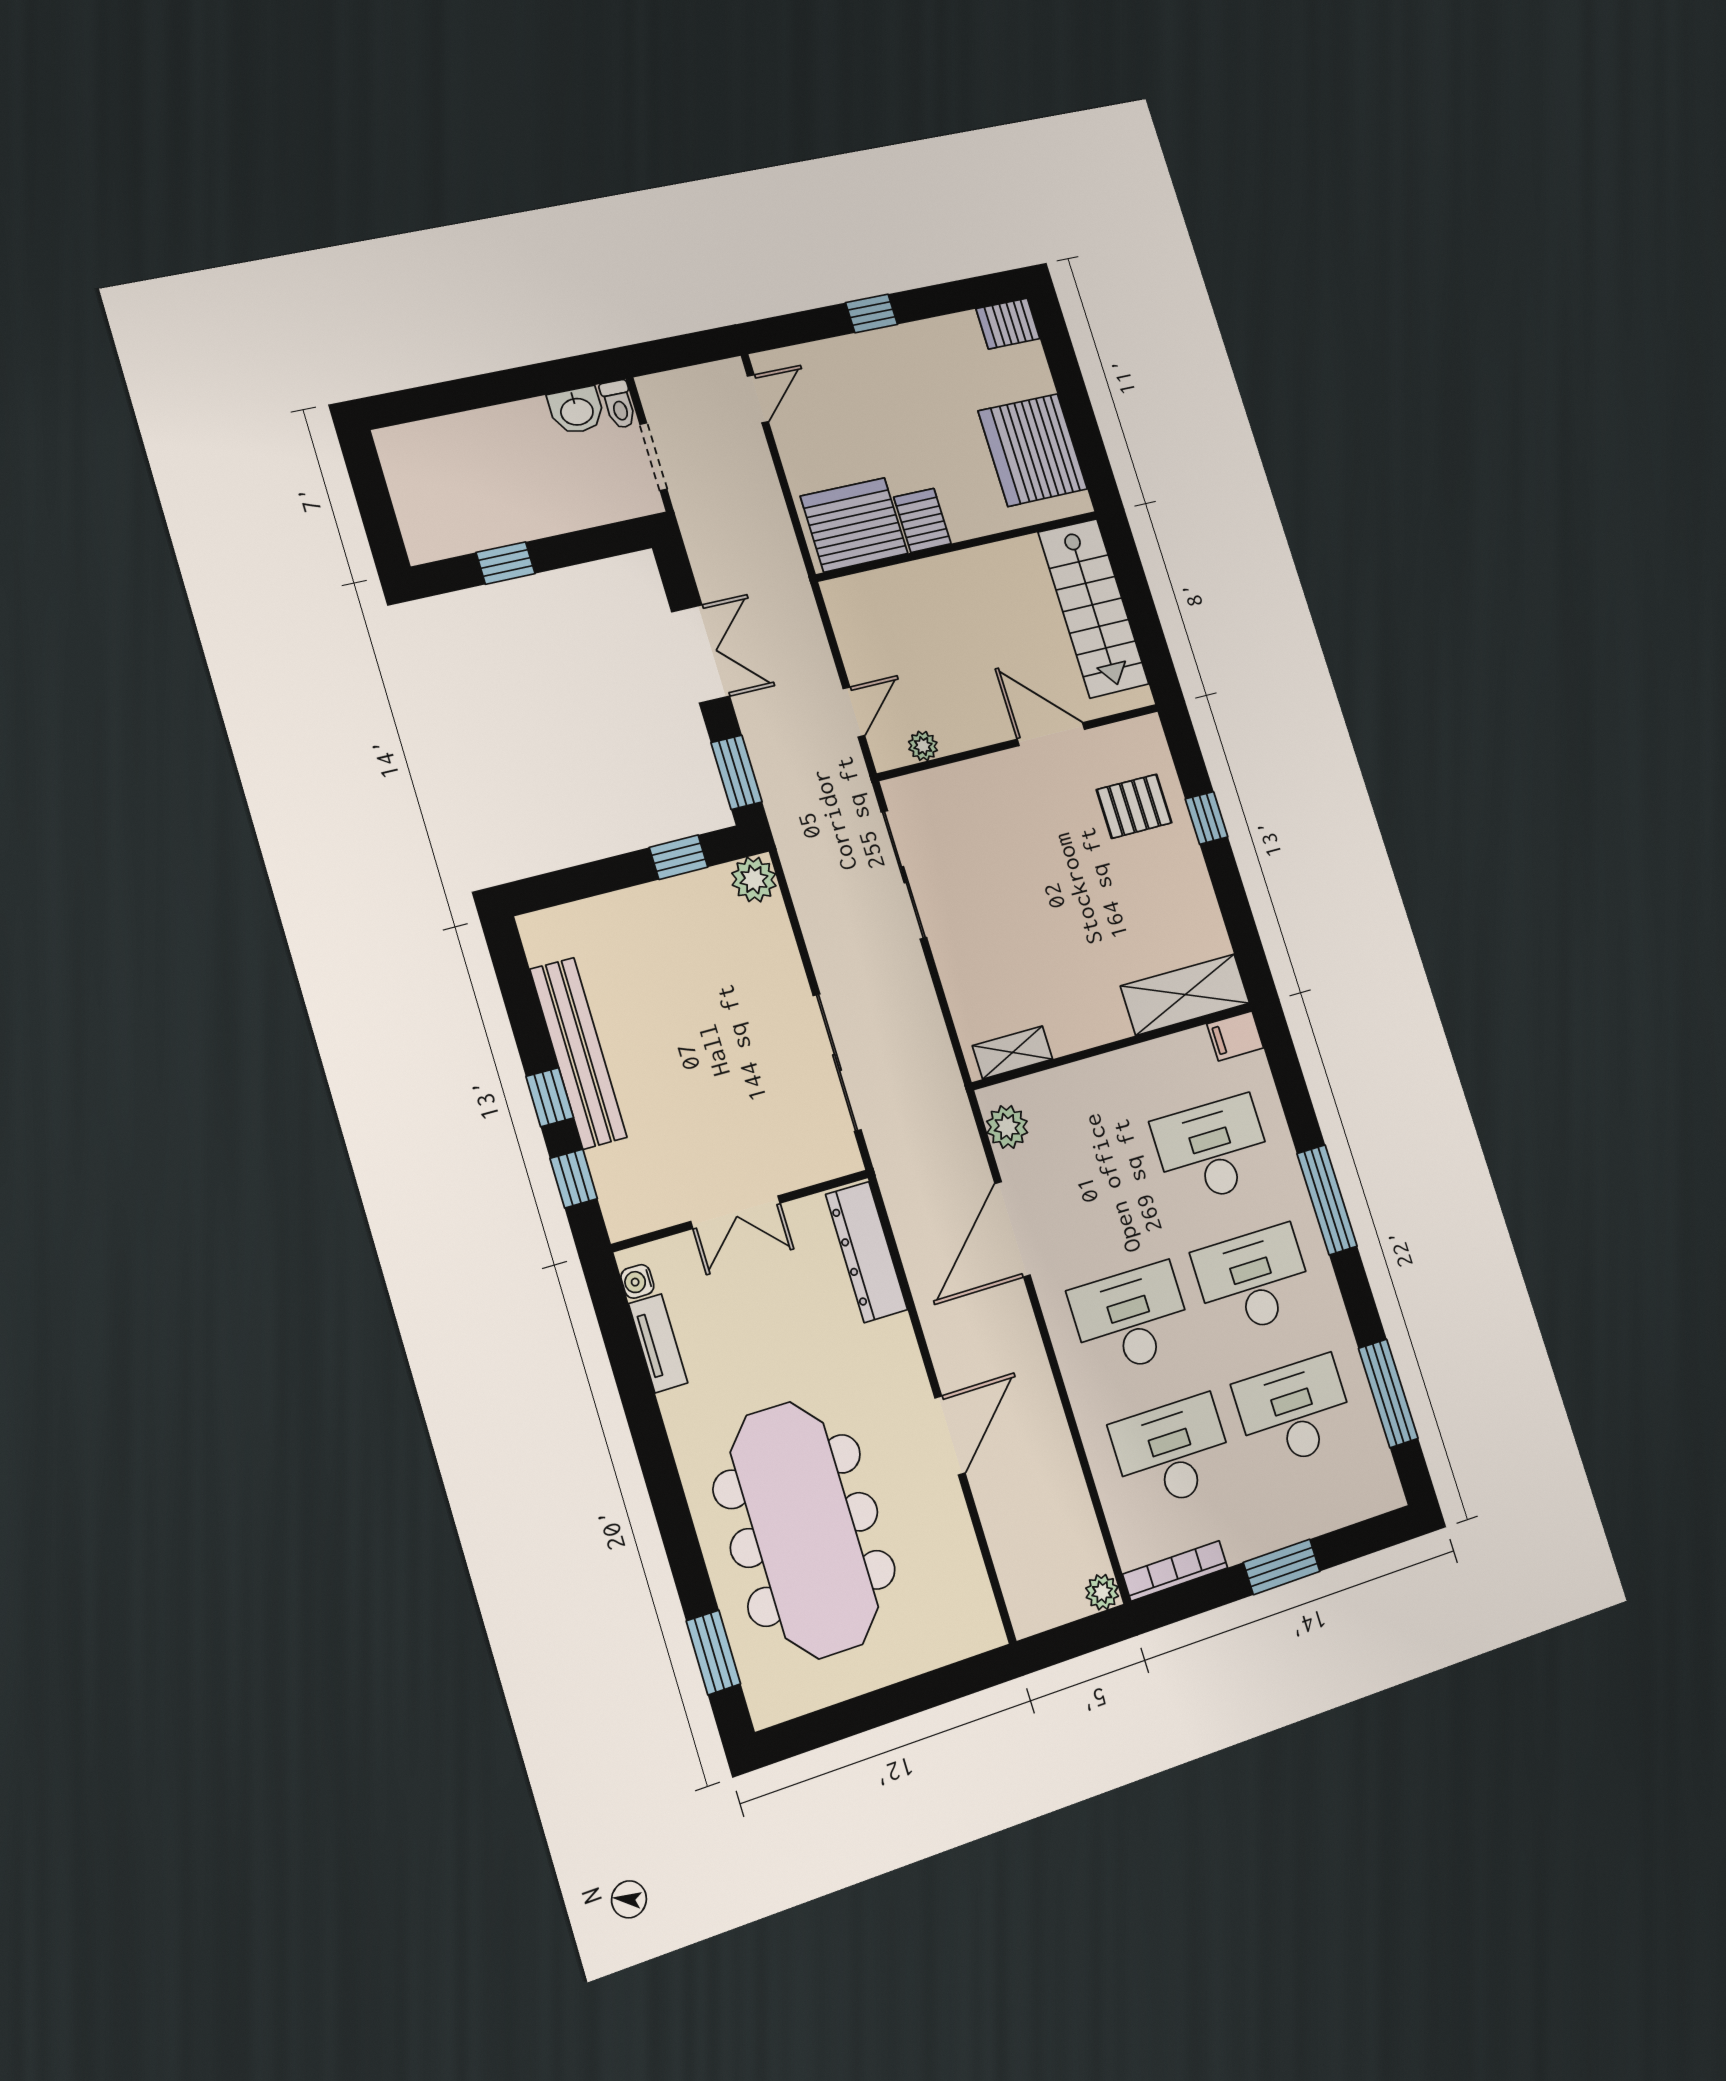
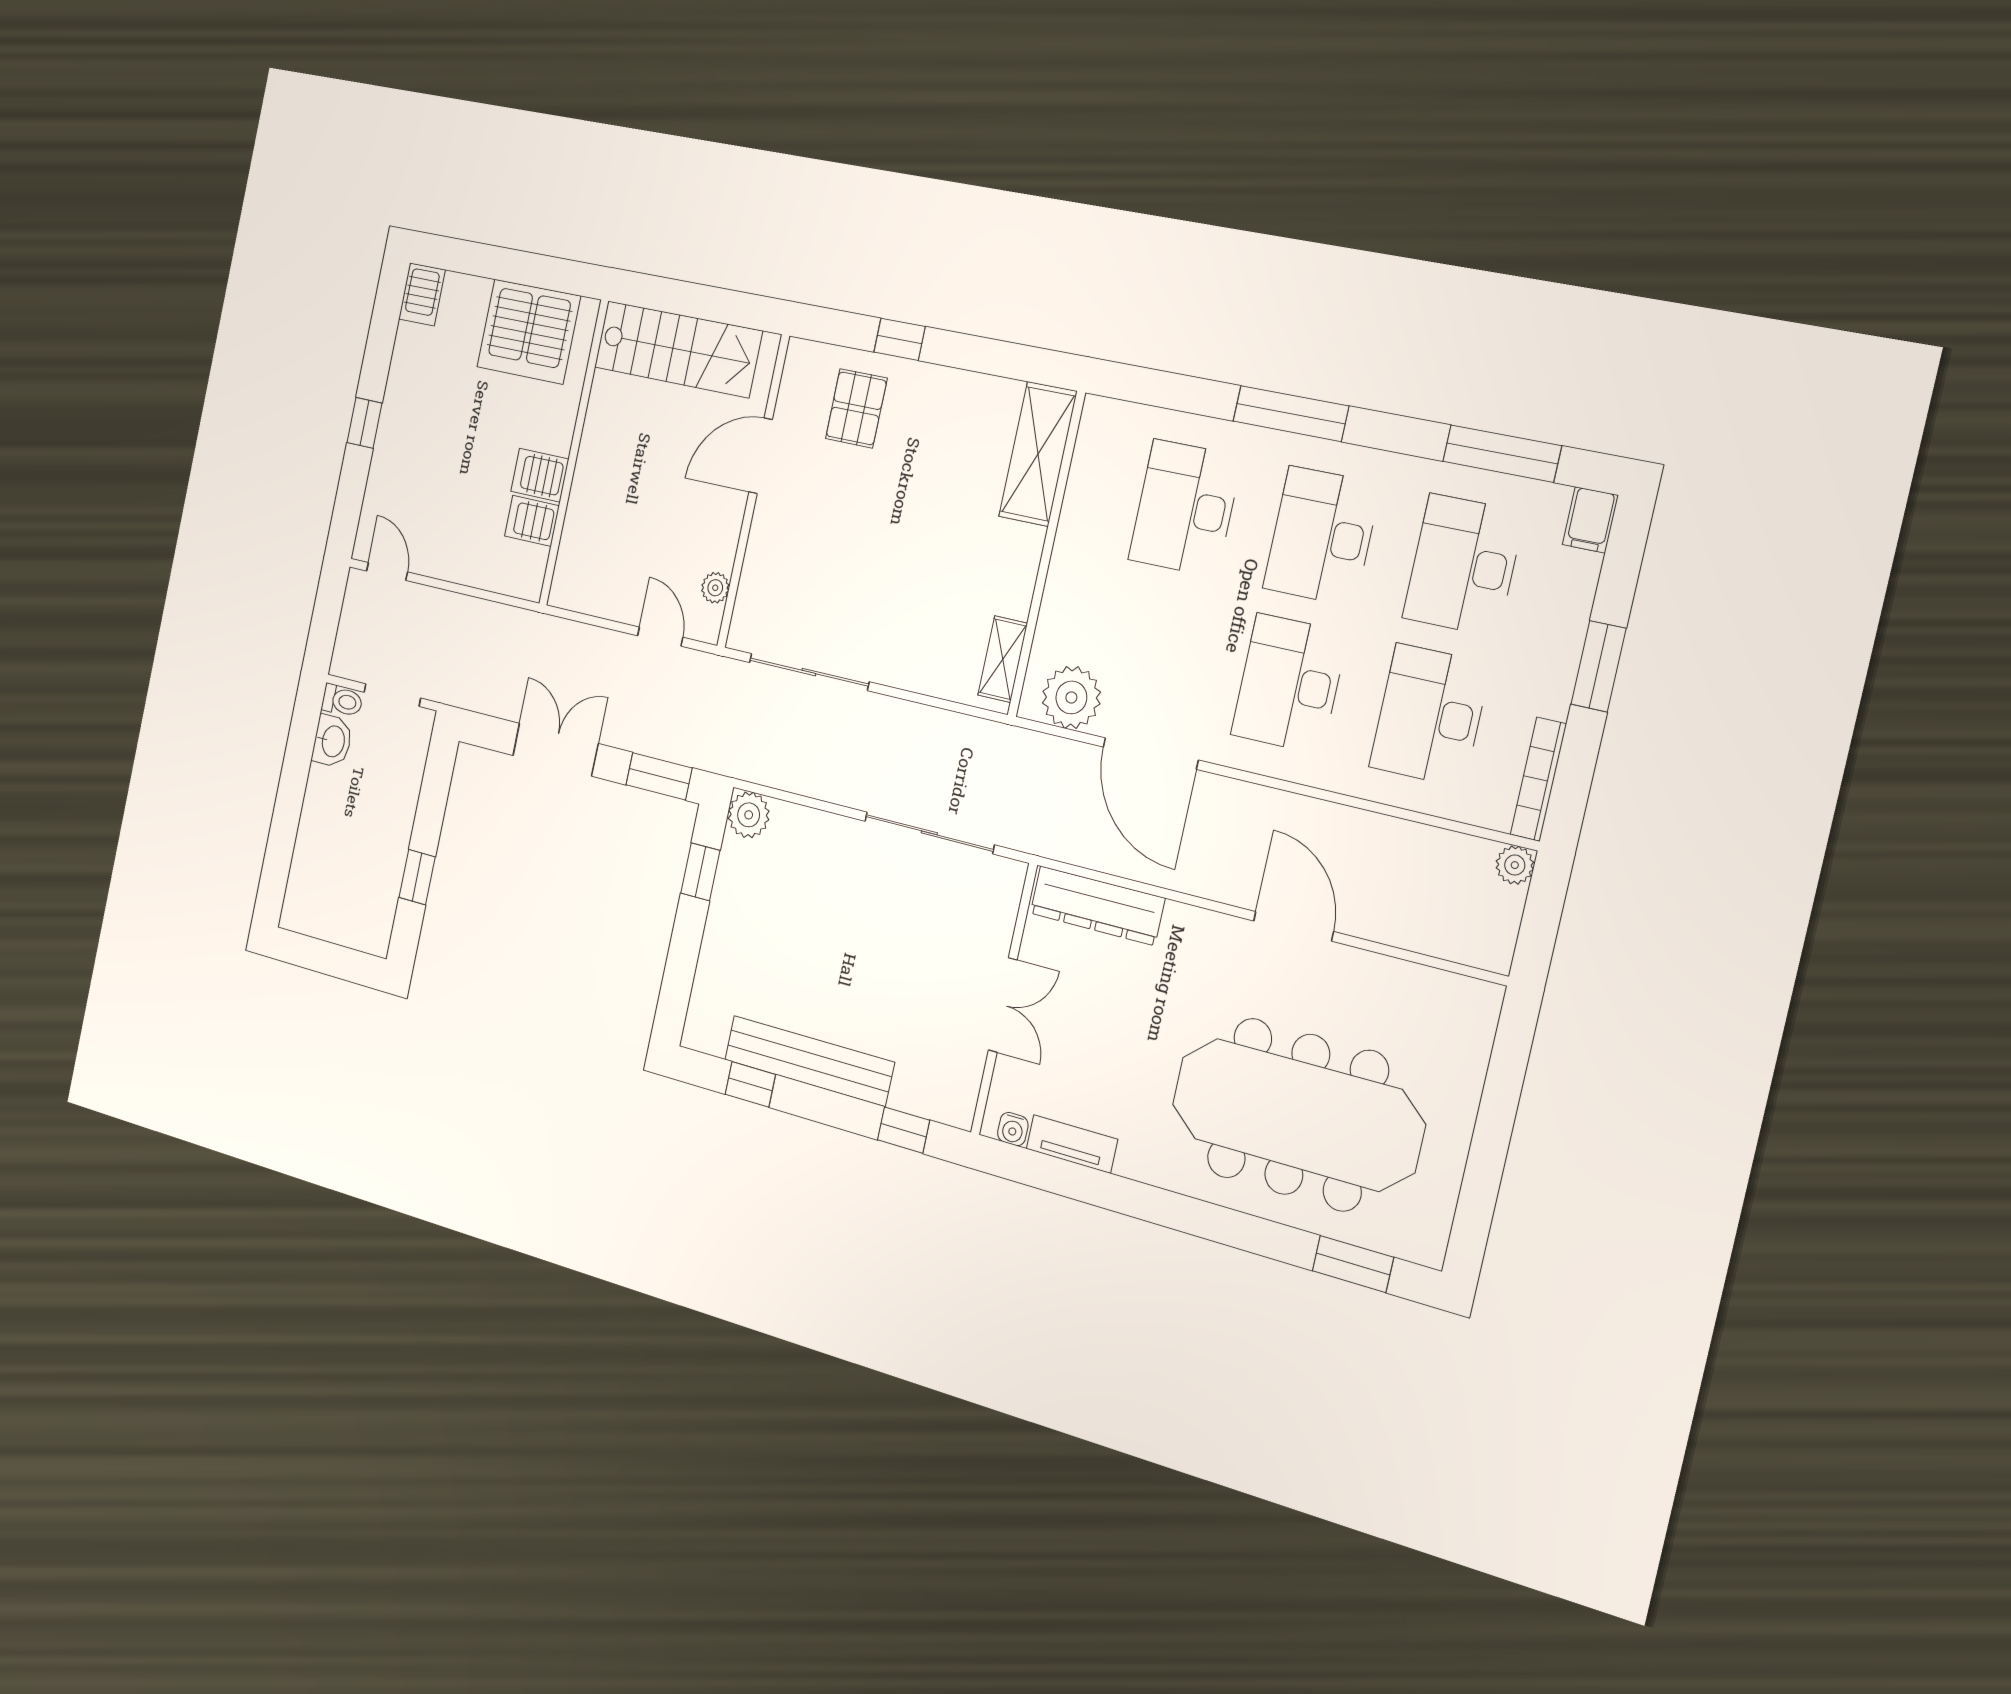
server rack: (854, 525) -> (532, 521), width x0.46, depth x0.70
filing cabinet: (1235, 1036) -> (1590, 520), moved
window: (550, 1097) -> (750, 1084), moved
plant: (1007, 1127) -> (1071, 697), width x1.36, depth x1.36

